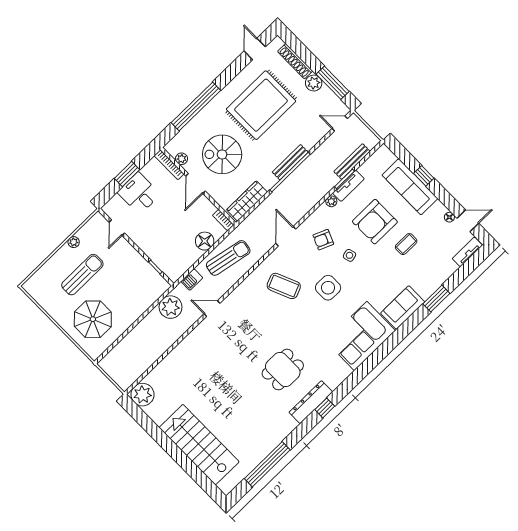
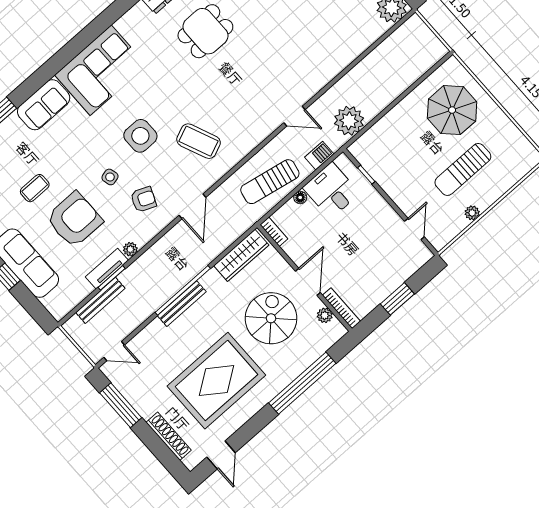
plant: (314, 83) -> (146, 406), removed
spiral stairs: (222, 154) -> (271, 318), turned -90
desk: (139, 193) -> (331, 190), moved, turned 180
floor lamp: (205, 241) -> (300, 197), width x0.53, depth x0.53

